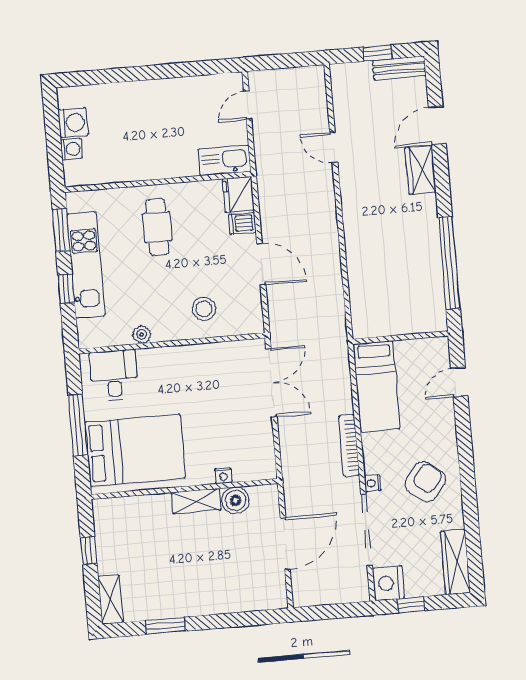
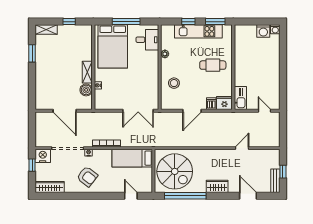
washing machine: (71, 149) -> (275, 29), moved
wardrobe: (420, 170) -> (217, 186), moved
spiral stairs: (398, 291) -> (175, 171), added

